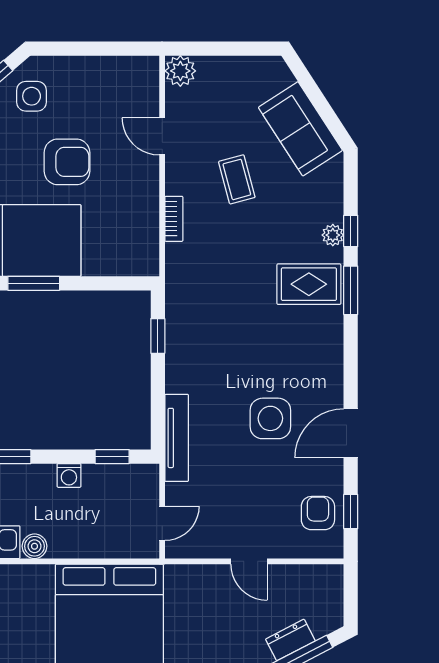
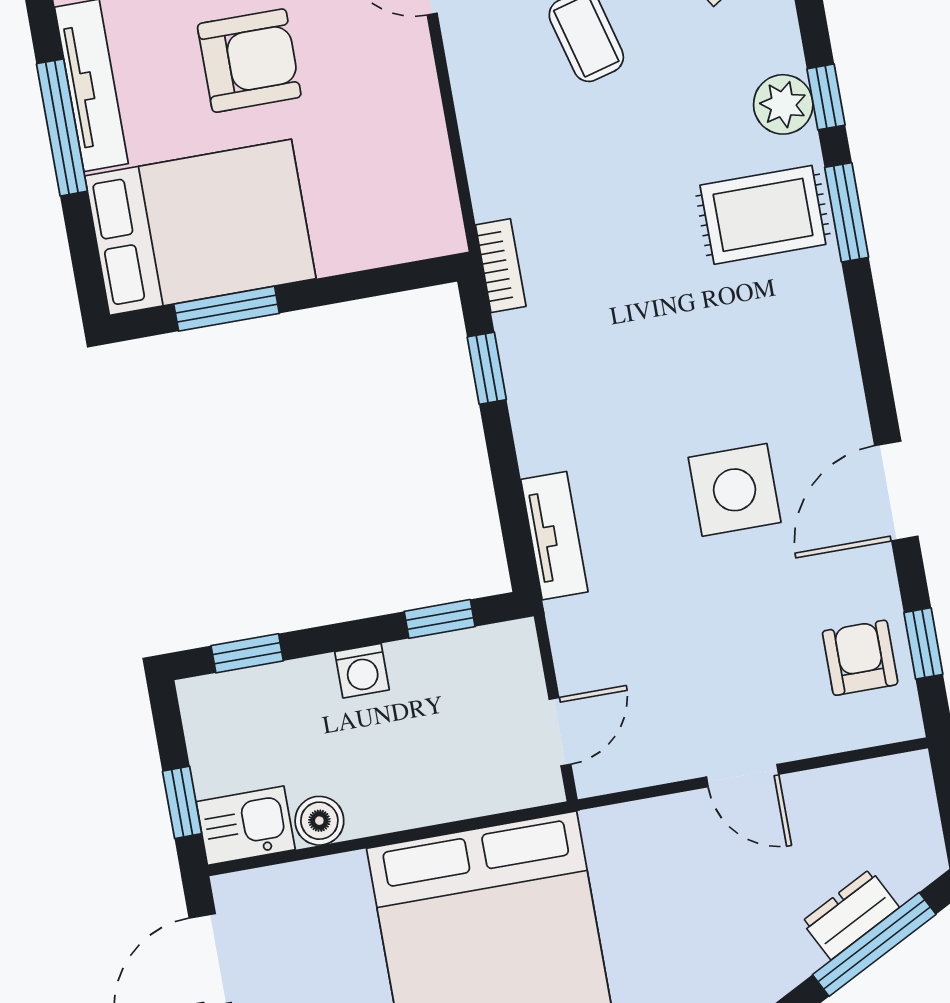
bookcase: (174, 219) -> (501, 266), moved
plant: (333, 235) -> (783, 104), width x1.38, depth x1.38
tv unit: (177, 438) -> (554, 536), width x0.71

